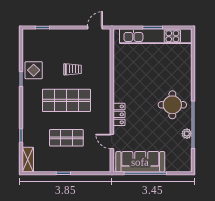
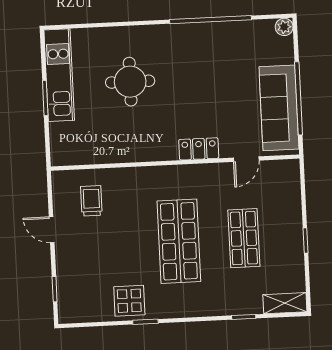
door: (95, 28) -> (52, 230), moved
kitchen unit: (156, 36) -> (59, 75), width x0.73
trolley: (73, 69) -> (91, 201), moved
round table: (172, 105) -> (130, 82), moved
plant: (187, 134) -> (284, 27), moved

